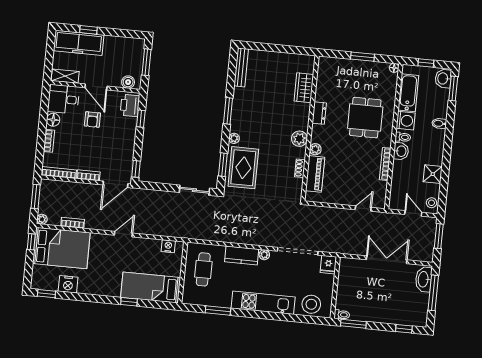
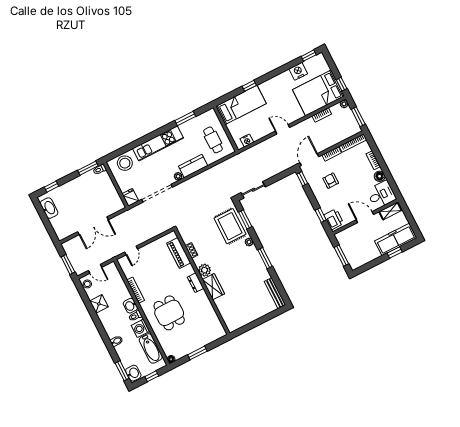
boiler: (128, 82) -> (345, 234), removed
wardrobe: (304, 88) -> (213, 287), moved
dresser: (319, 113) -> (195, 283), moved
armchair: (92, 120) -> (331, 181), moved
plant: (315, 149) -> (189, 270), removed
door: (123, 234) -> (282, 129), swing flipped
washbasin: (424, 279) -> (49, 208), moved
window: (433, 293) -> (47, 224), removed

